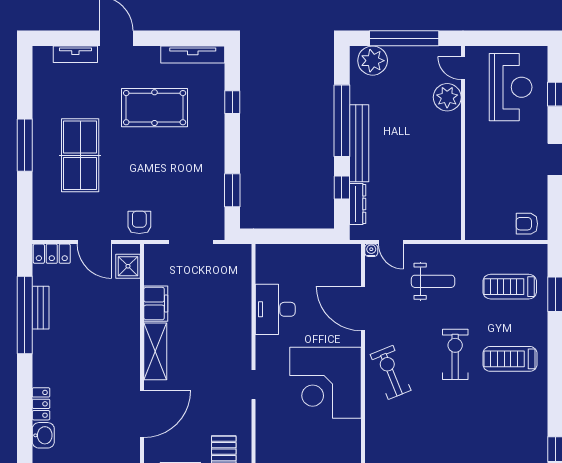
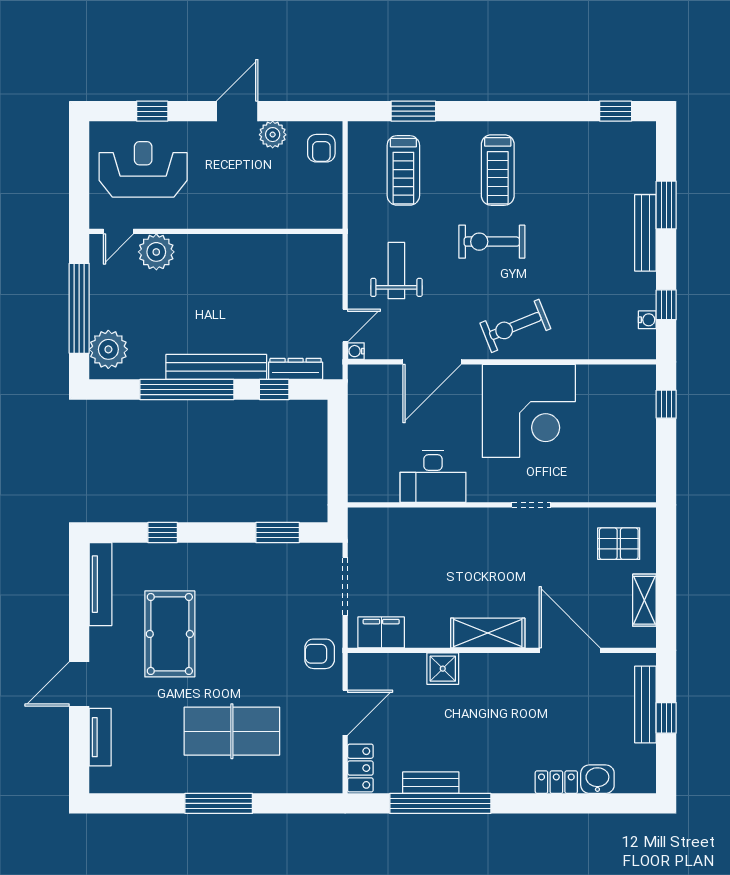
plant: (537, 186) -> (273, 135), added
shower: (128, 266) -> (443, 669), moved
filing cabinet: (156, 304) -> (381, 632), moved

